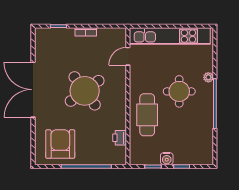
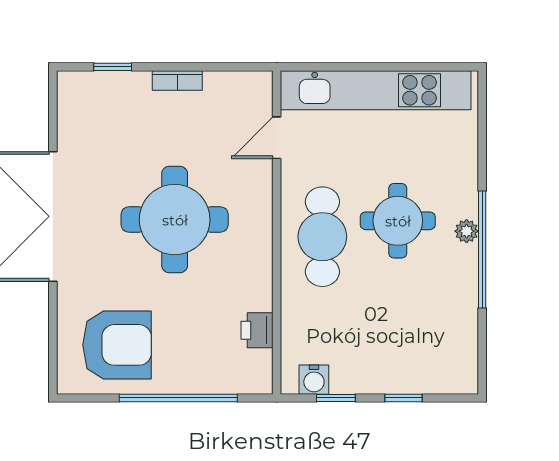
plant: (208, 77) -> (467, 231), moved
round table: (85, 91) -> (175, 220), turned 36
cafe table: (147, 115) -> (322, 237), moved
armchair: (60, 144) -> (117, 345), turned 90
water cooler: (167, 159) -> (314, 380), moved

